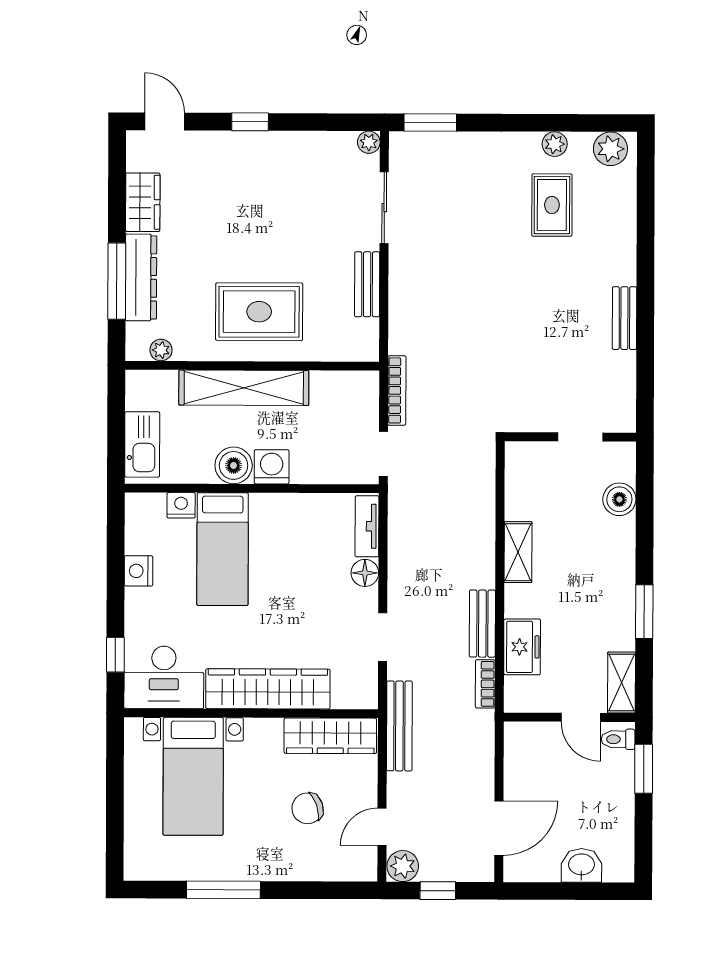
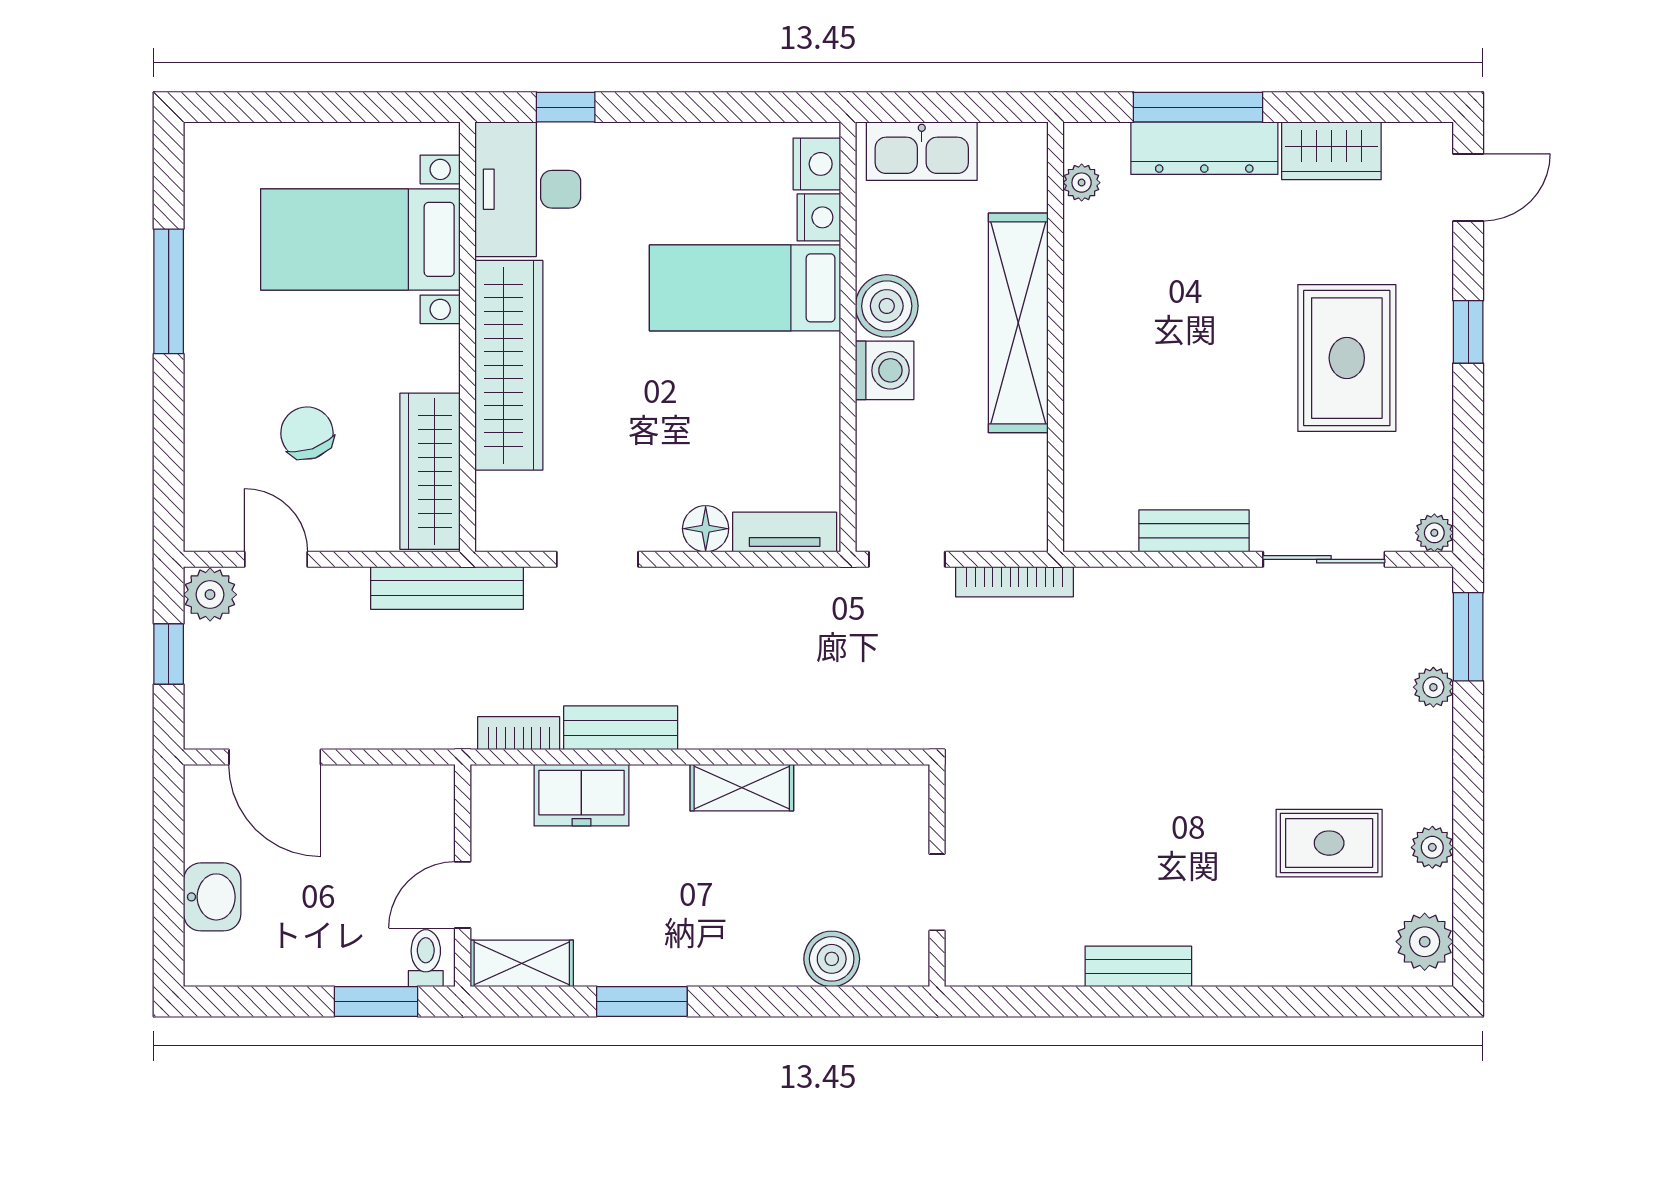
plant: (460, 143) -> (1433, 687), added
rug: (259, 312) -> (1347, 358), moved
nightstand: (138, 571) -> (817, 164), moved, turned 90

